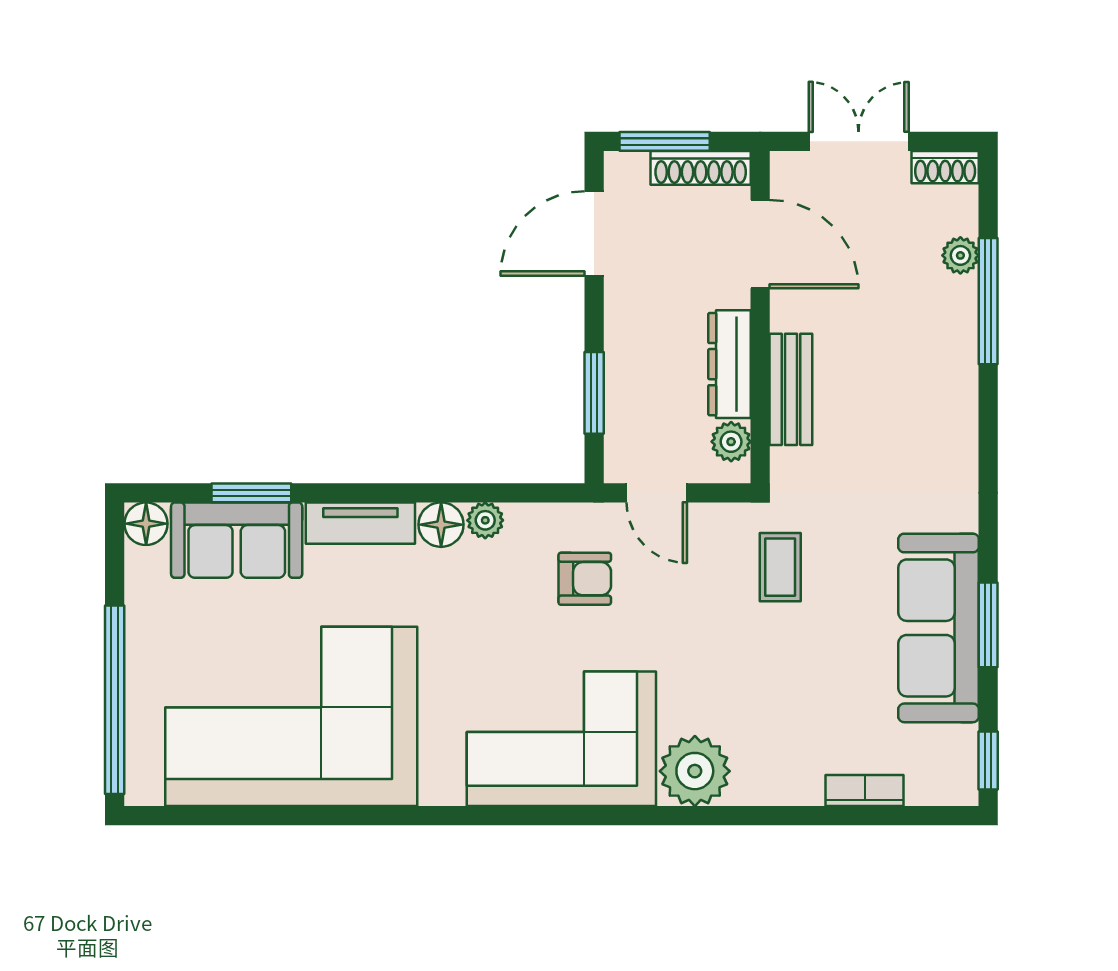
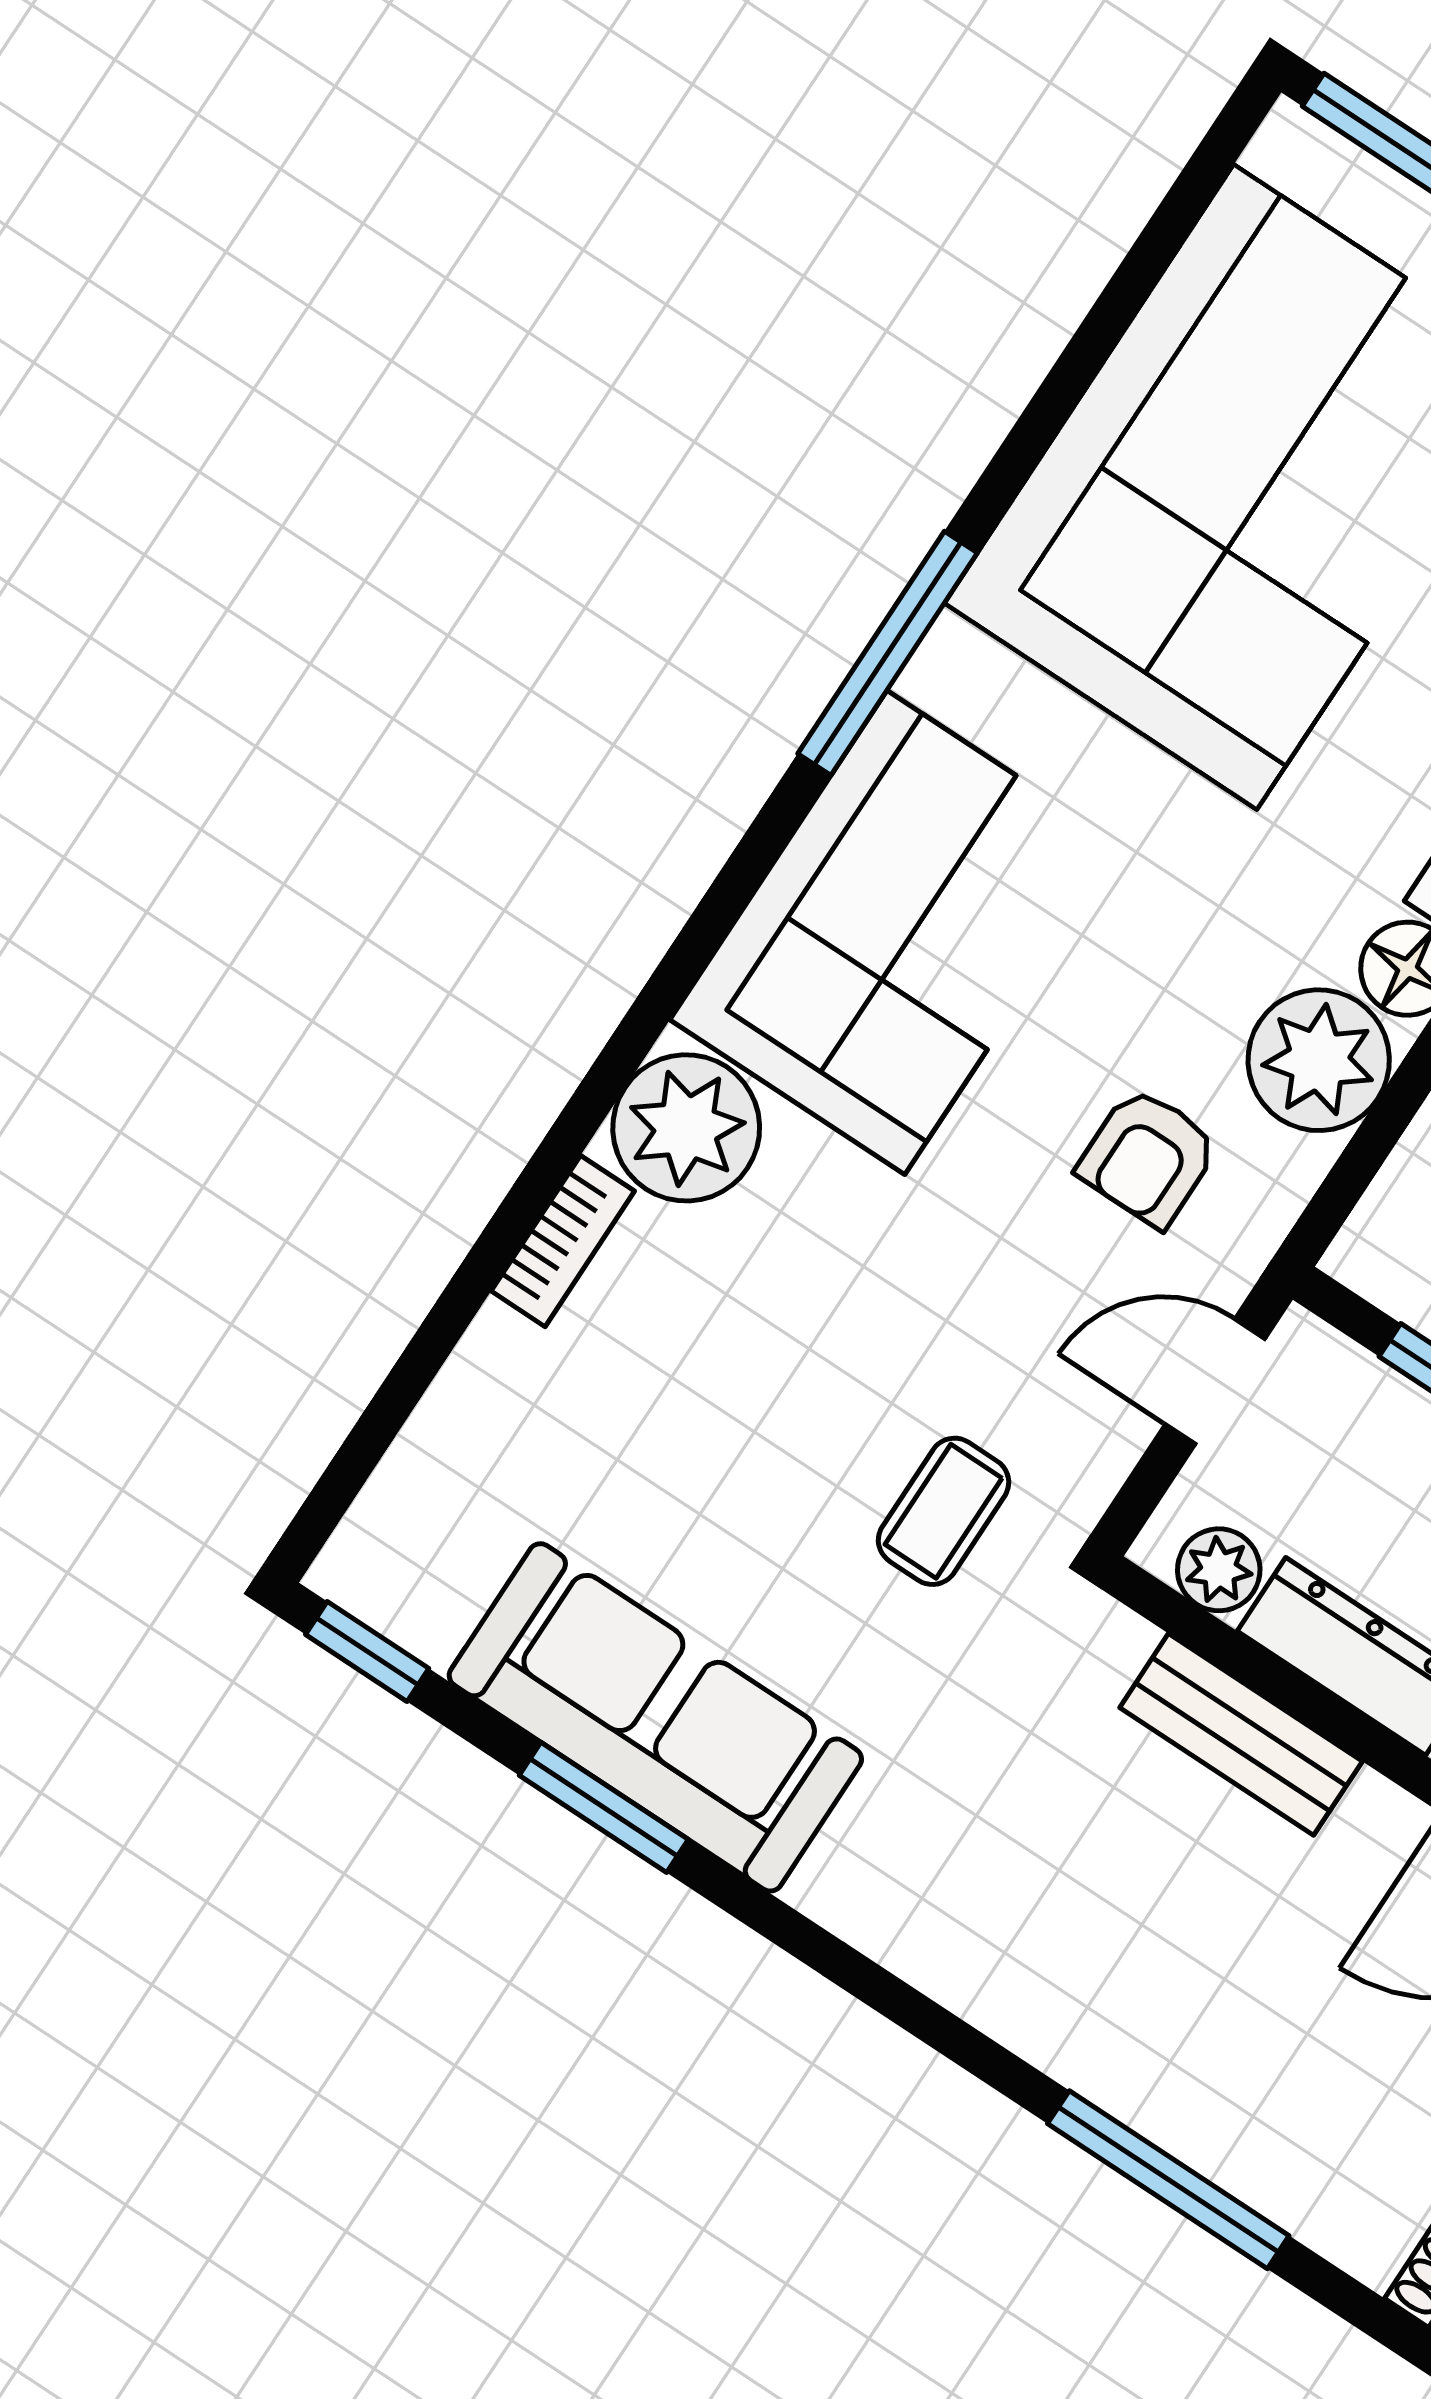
plant: (960, 255) -> (1280, 2184), removed
plant: (485, 520) -> (1319, 1060), width x1.88, depth x1.88
coffee table: (780, 567) -> (944, 1511), turned 90
bookcase: (865, 791) -> (563, 1241), moved
window: (452, 816) -> (888, 653), added

